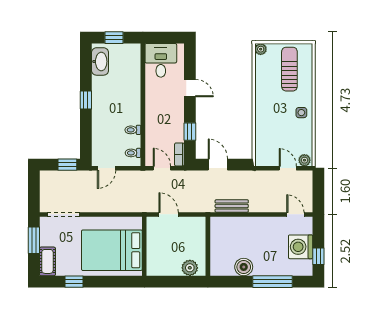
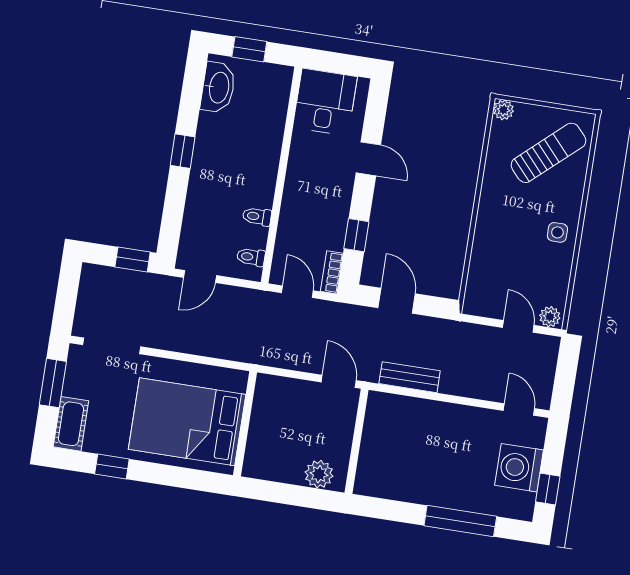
sun lounger: (289, 69) -> (548, 153), turned 48
door: (169, 214) -> (339, 381), moved
boiler: (244, 267) -> (414, 488), removed

